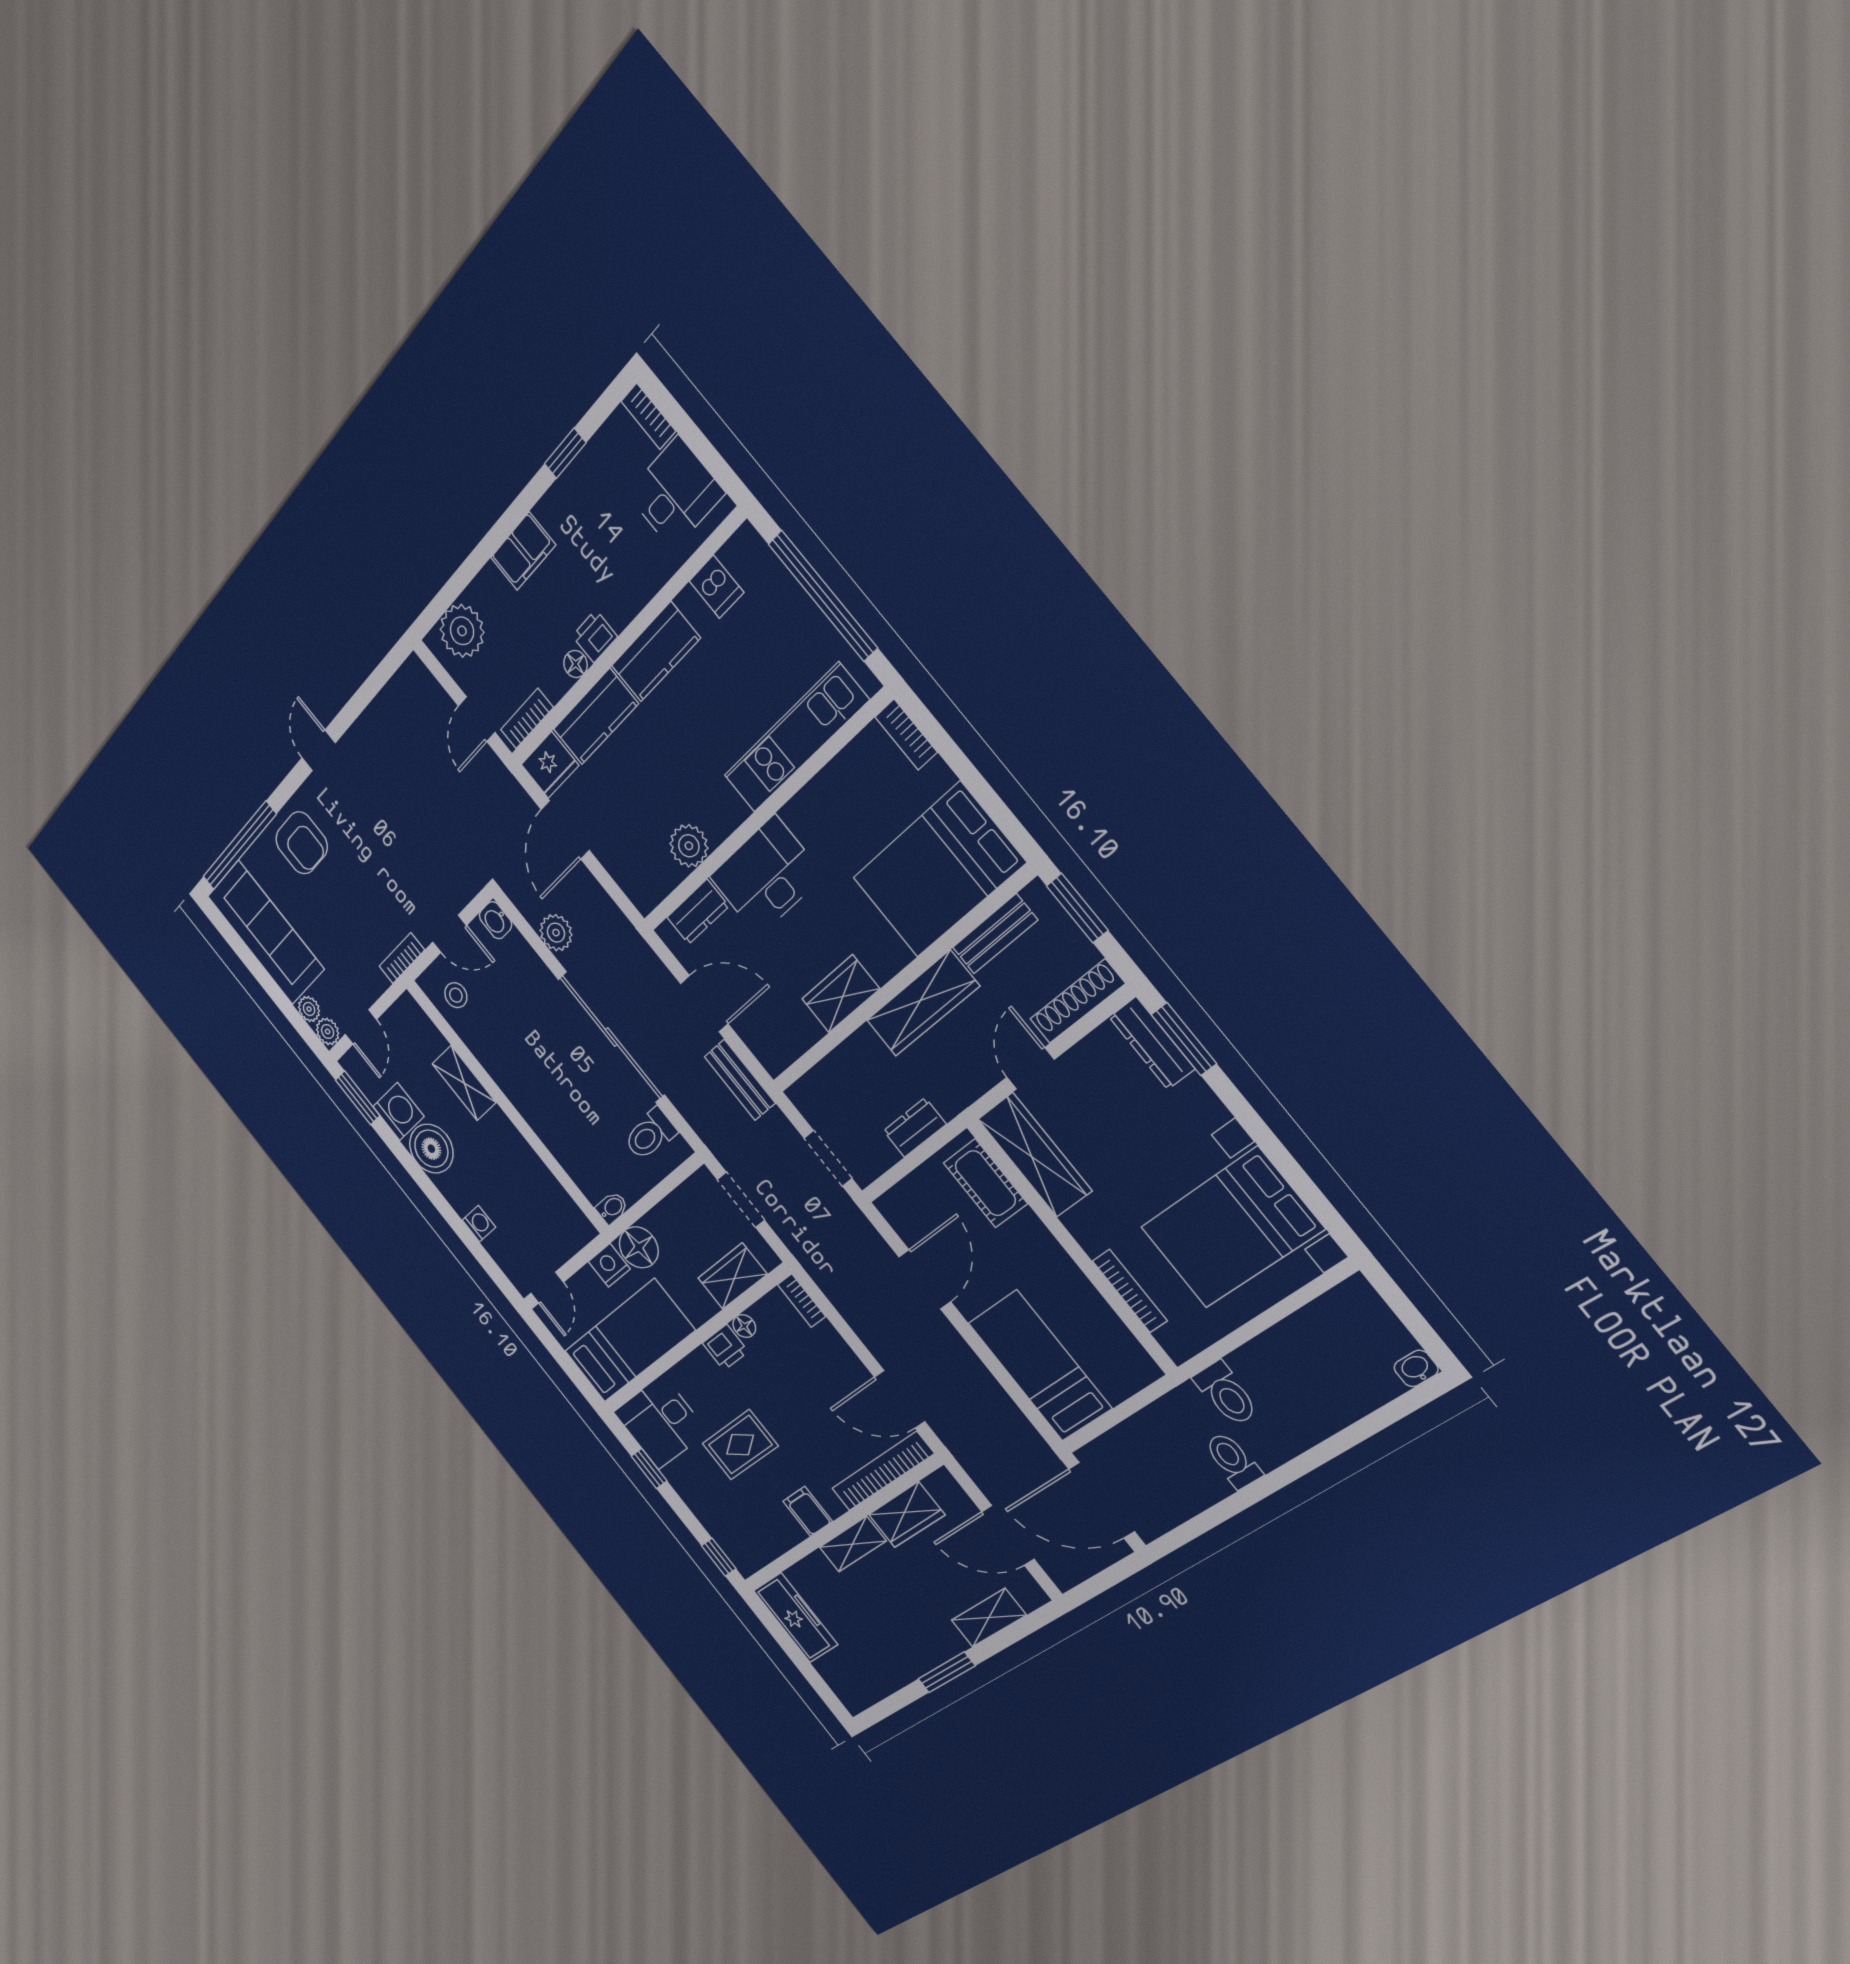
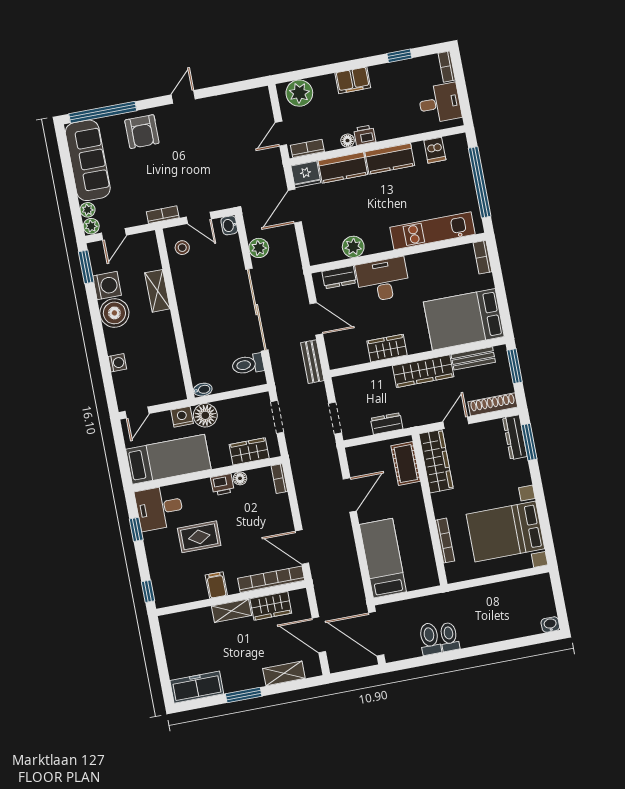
toilet: (1226, 1393) -> (430, 639), moved, turned 180
freezer: (796, 1618) -> (197, 687), moved, turned -90

